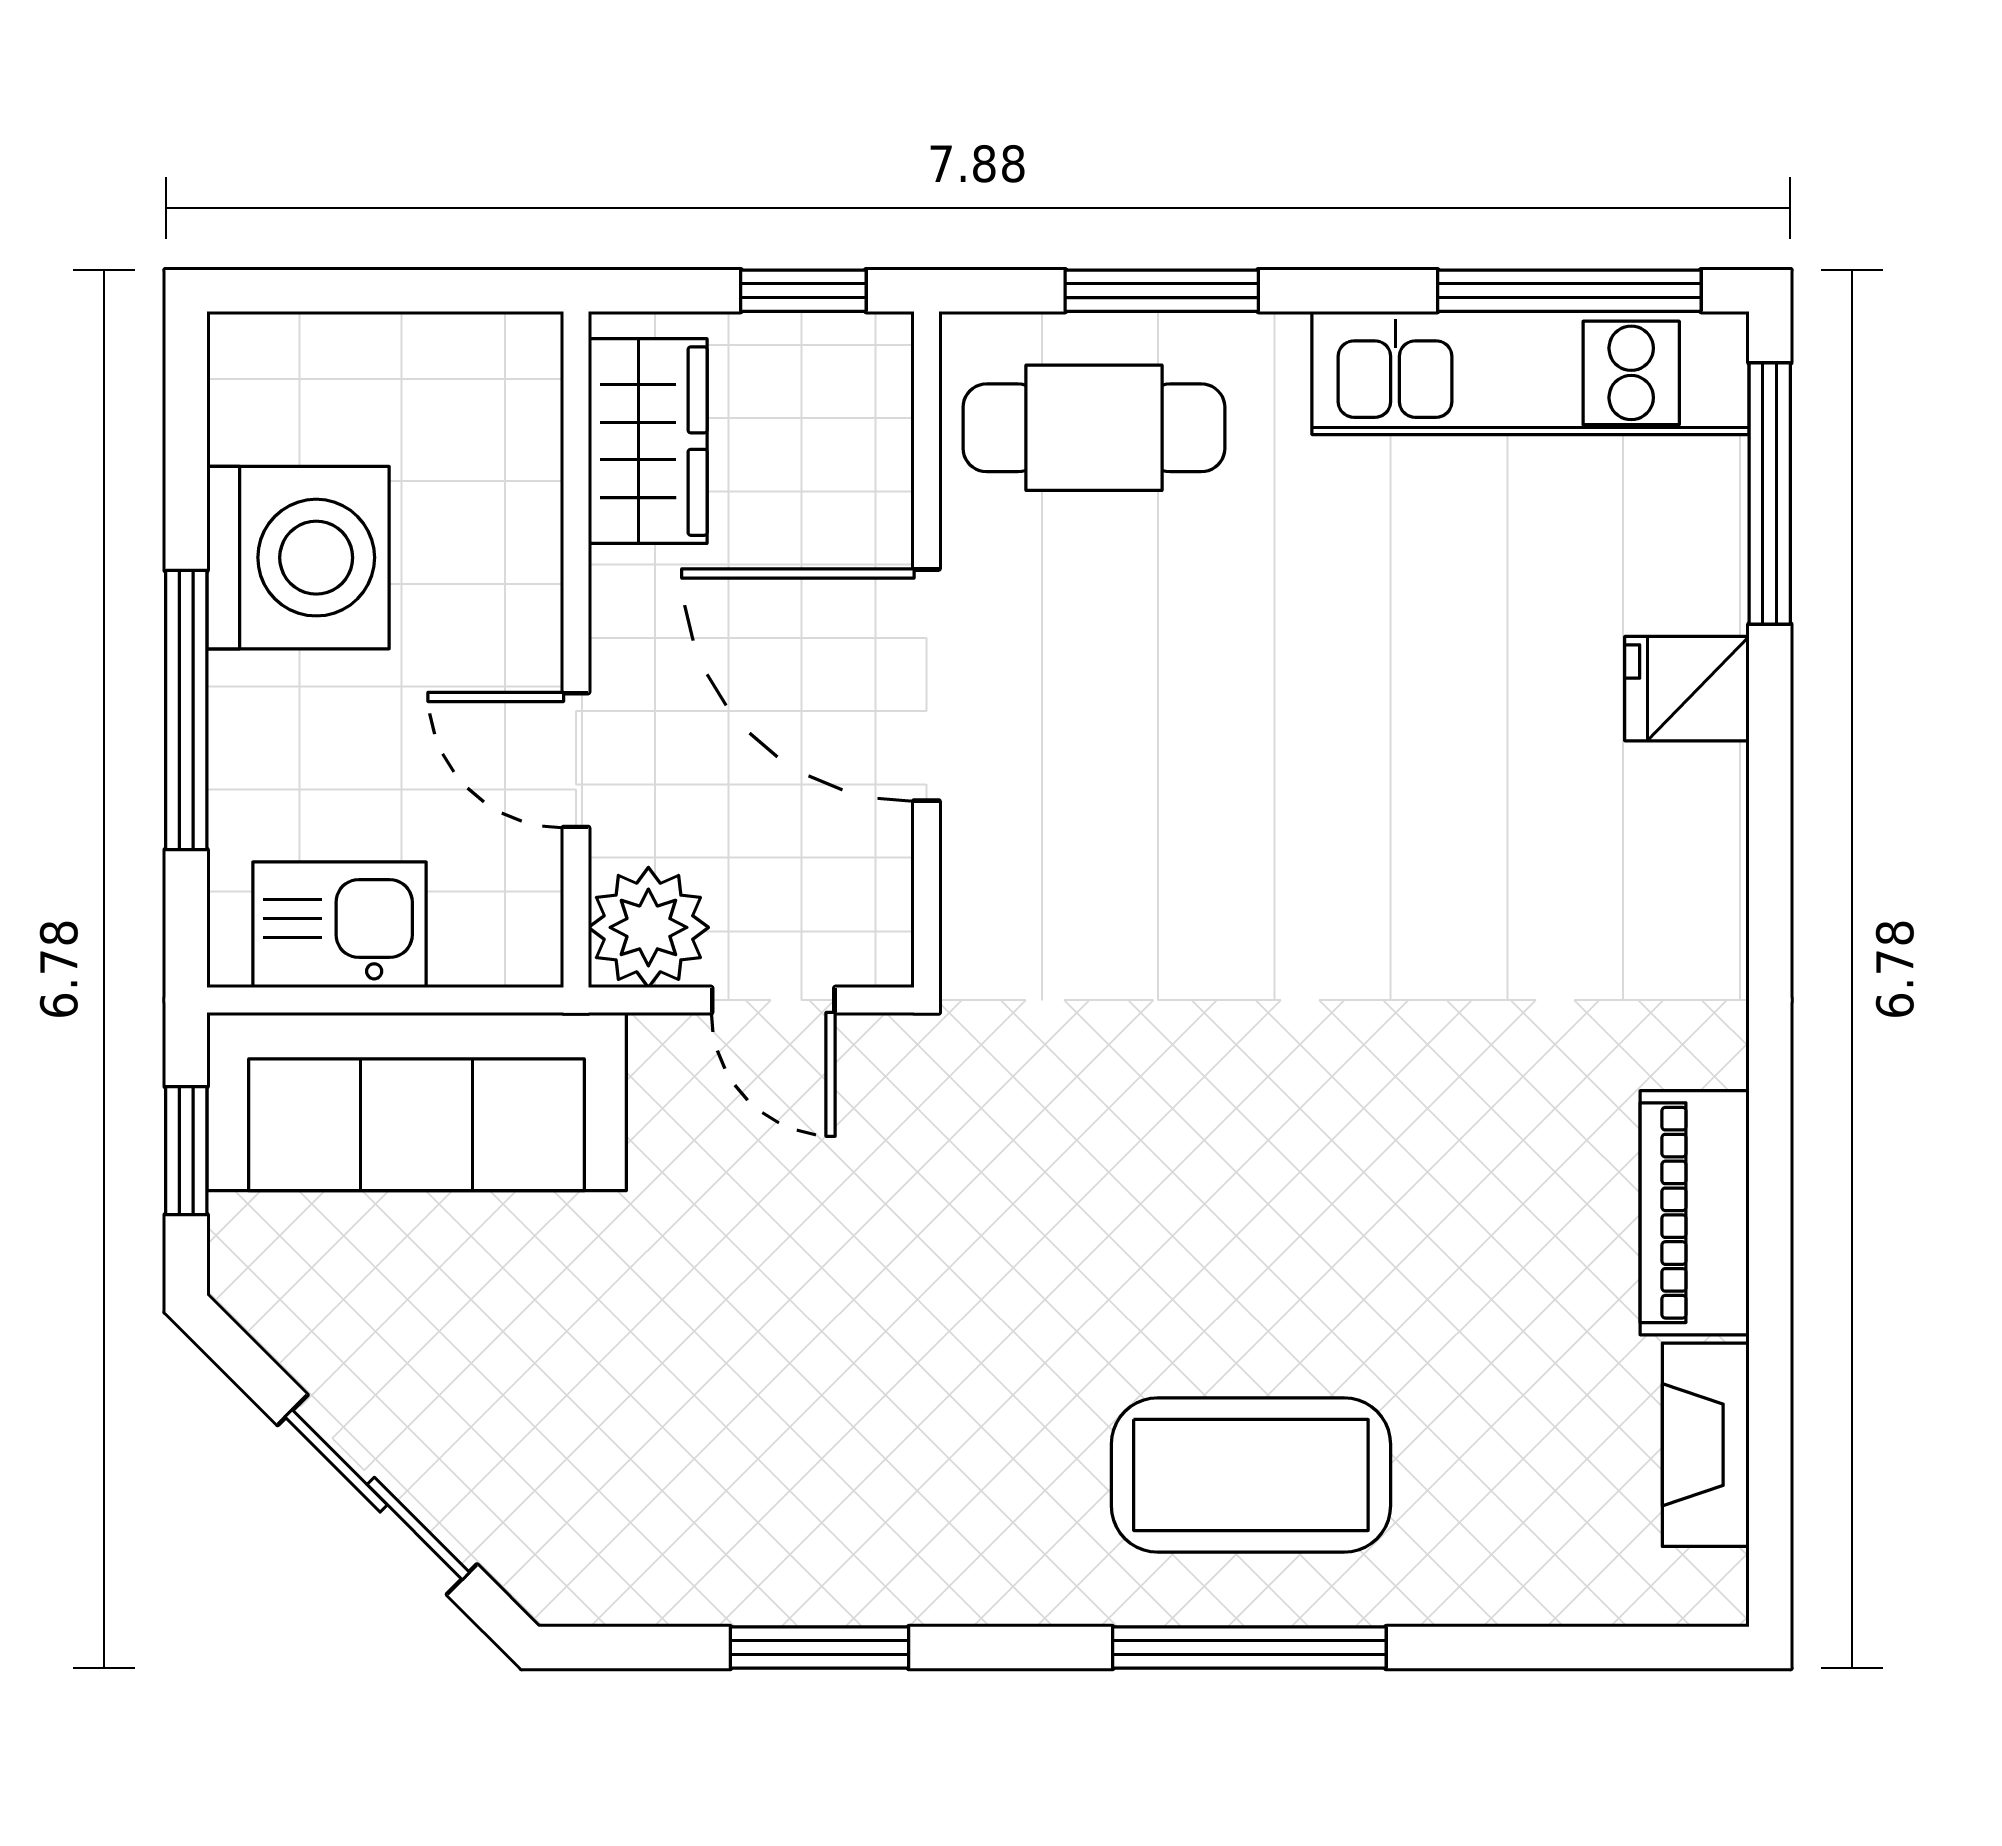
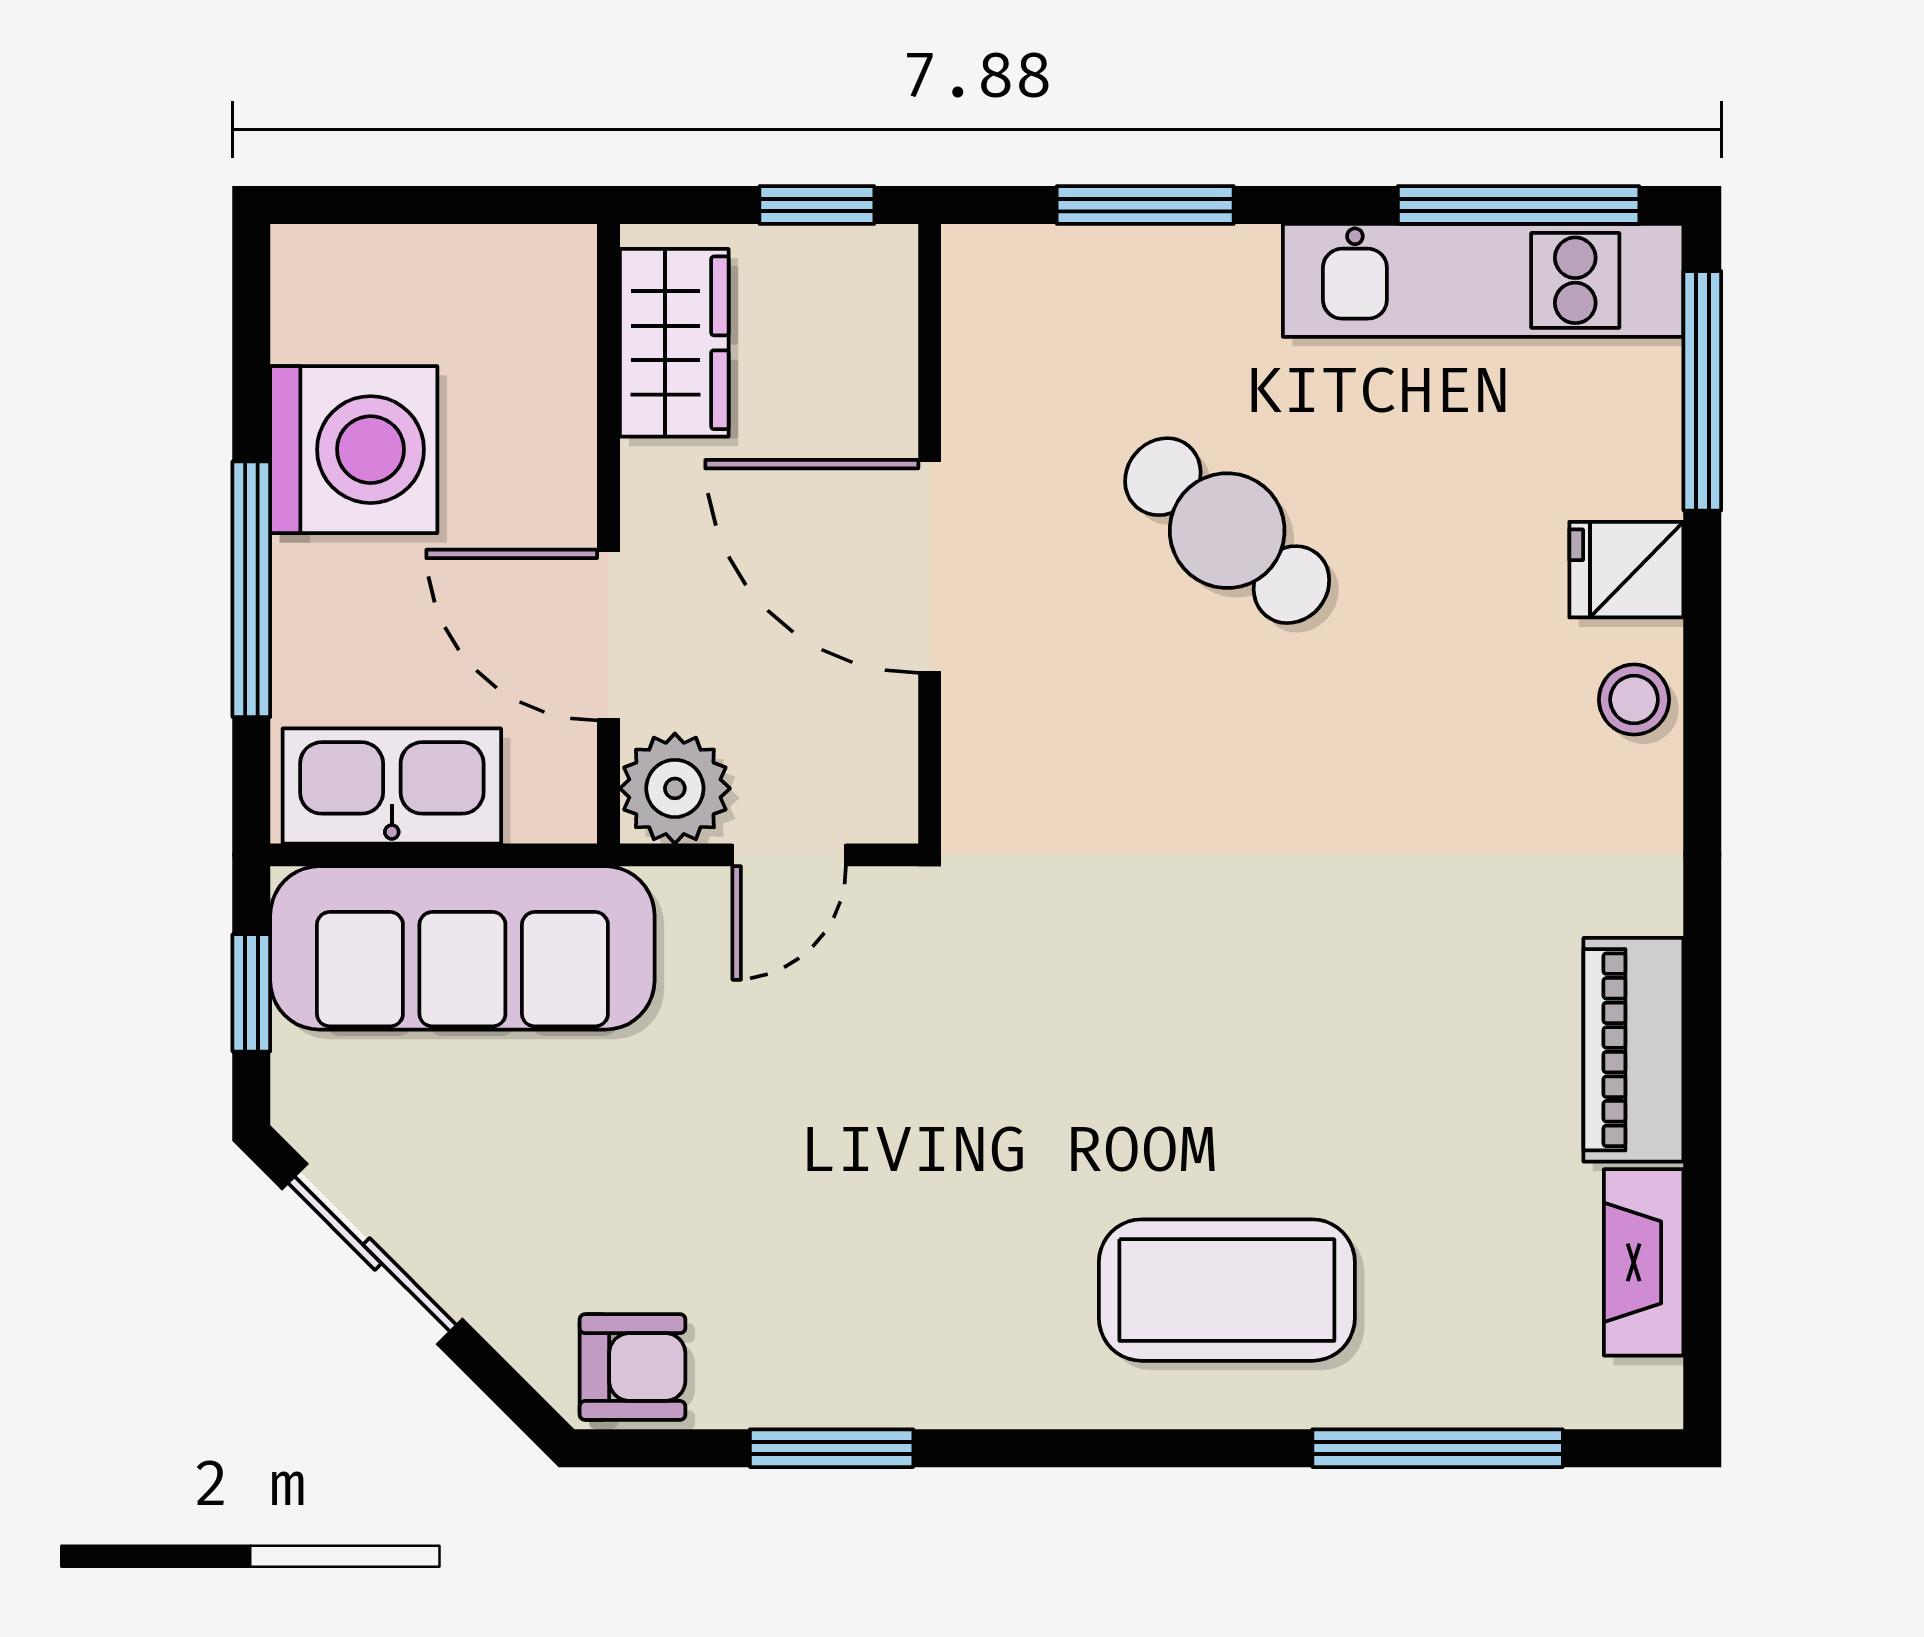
cafe table: (1094, 428) -> (1227, 531), moved, turned 40
door: (576, 760) -> (608, 635), width x1.38
stool: (1695, 830) -> (1634, 700), added
kitchen sink: (339, 925) -> (392, 786), width x1.38
door: (773, 1000) -> (789, 855), hinge flipped
sliding door: (377, 1495) -> (372, 1254), moved
armchair: (602, 1559) -> (633, 1367), added
window: (1249, 1648) -> (1438, 1448), moved

